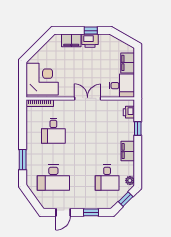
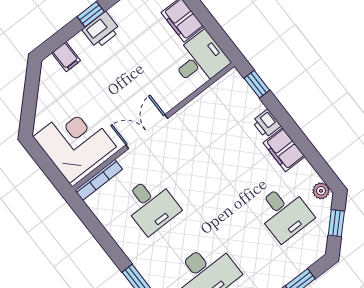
filing cabinet: (71, 40) -> (66, 57), width x0.50
double door: (88, 98) -> (147, 132), moved
printer: (129, 112) -> (266, 124), moved
window: (138, 128) -> (257, 84), moved

